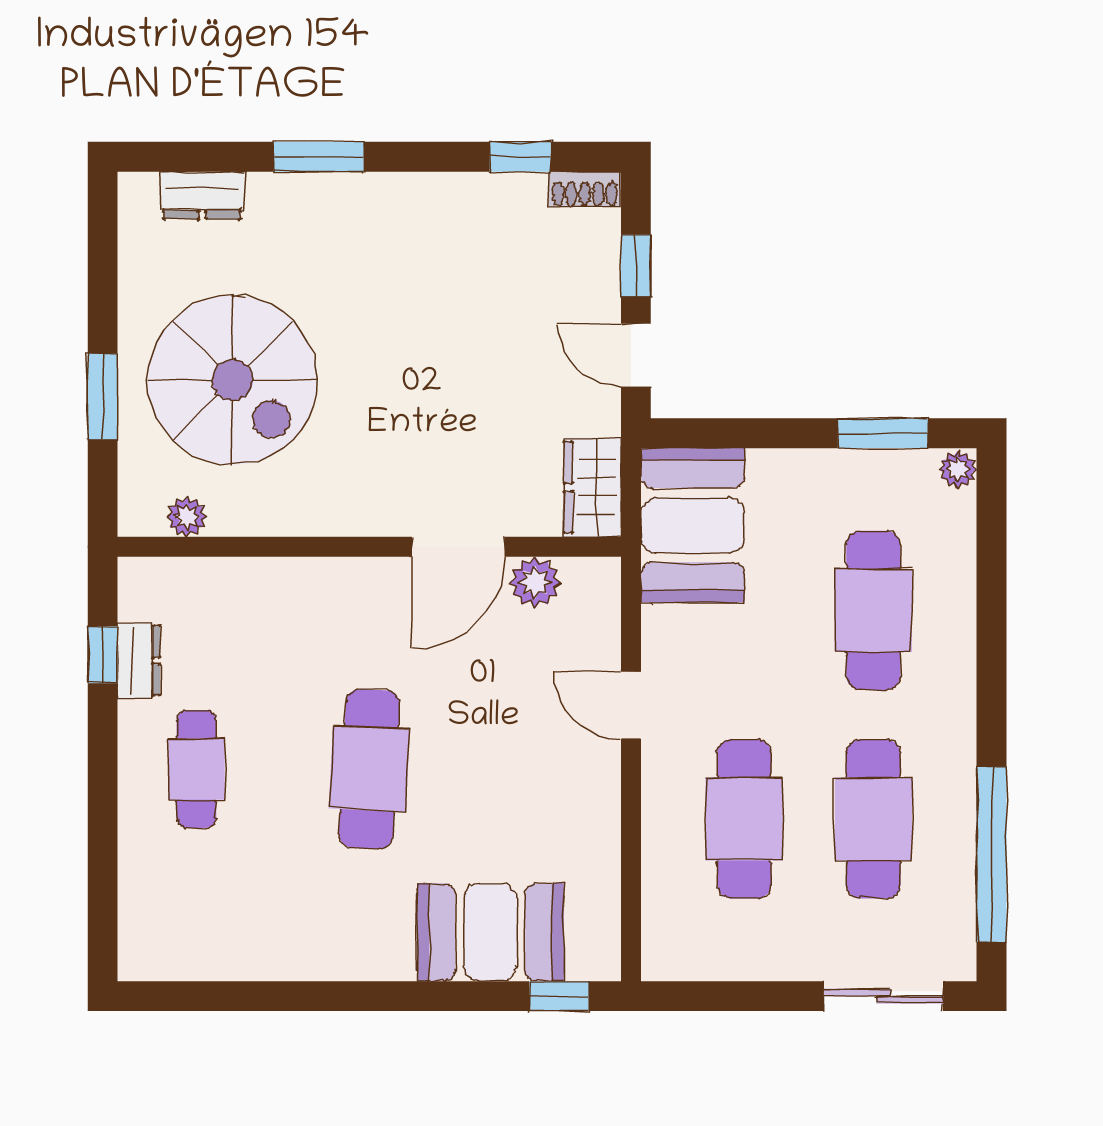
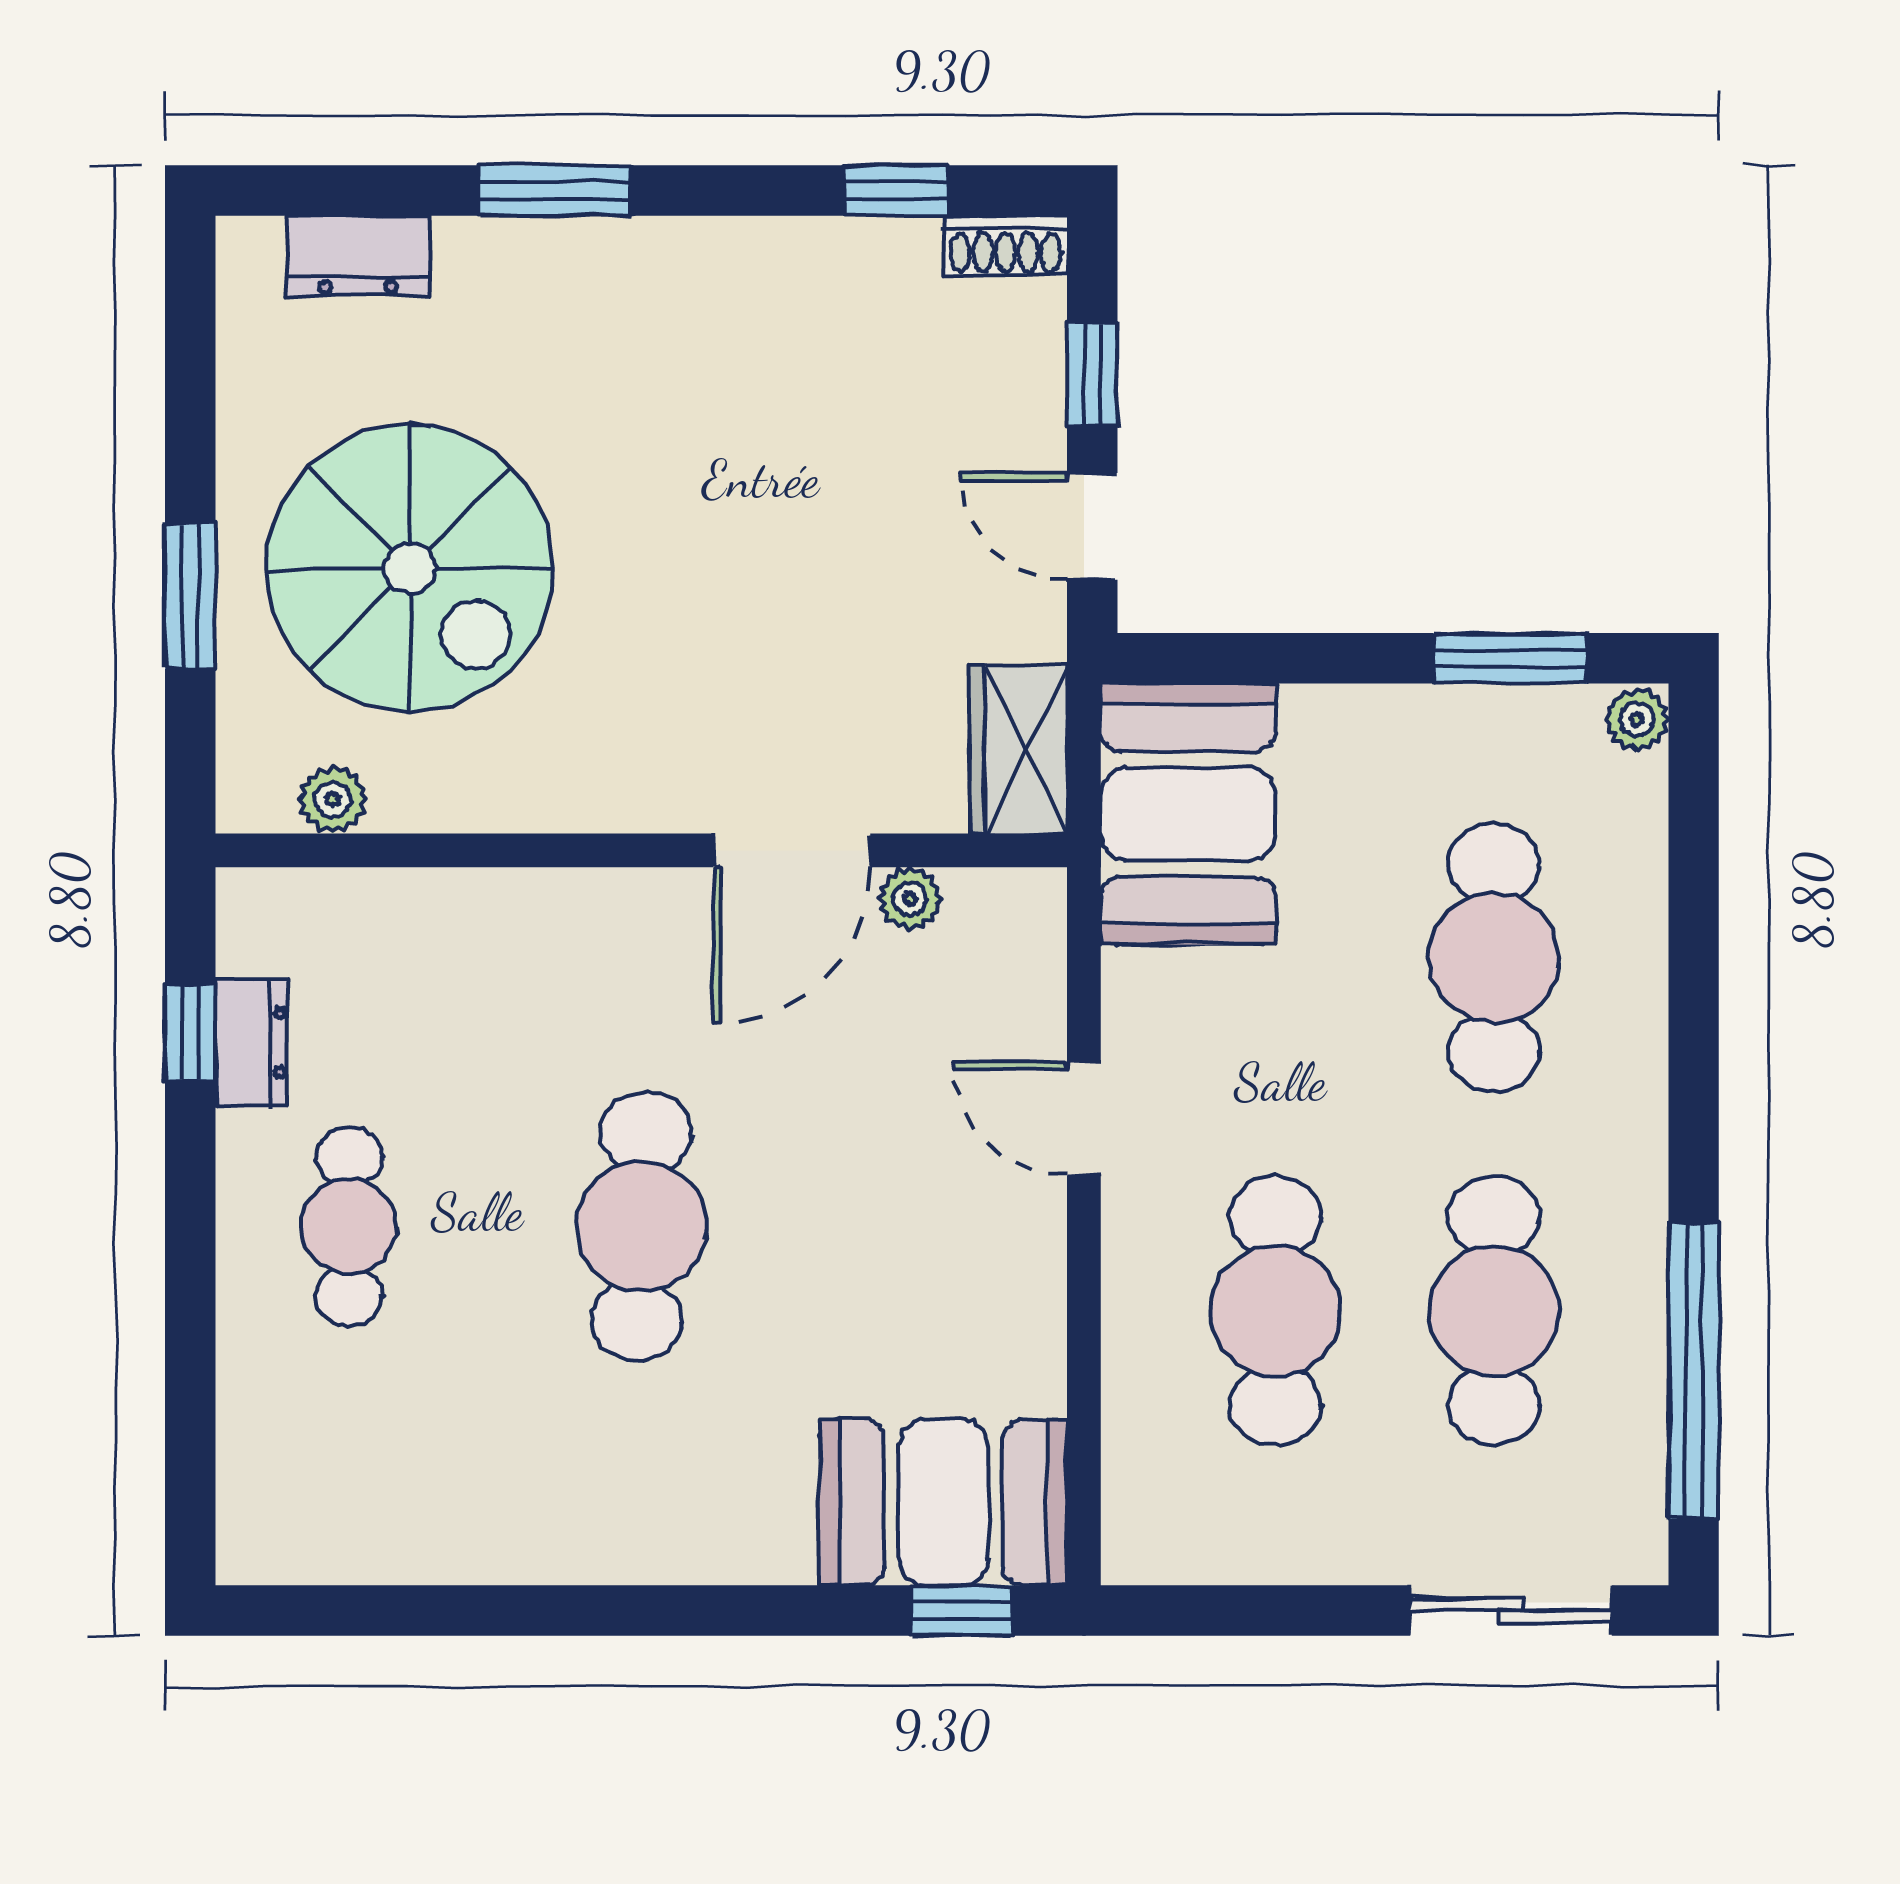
plant: (535, 582) -> (910, 899), width x0.73, depth x0.73
booth: (490, 932) -> (943, 1502), moved

